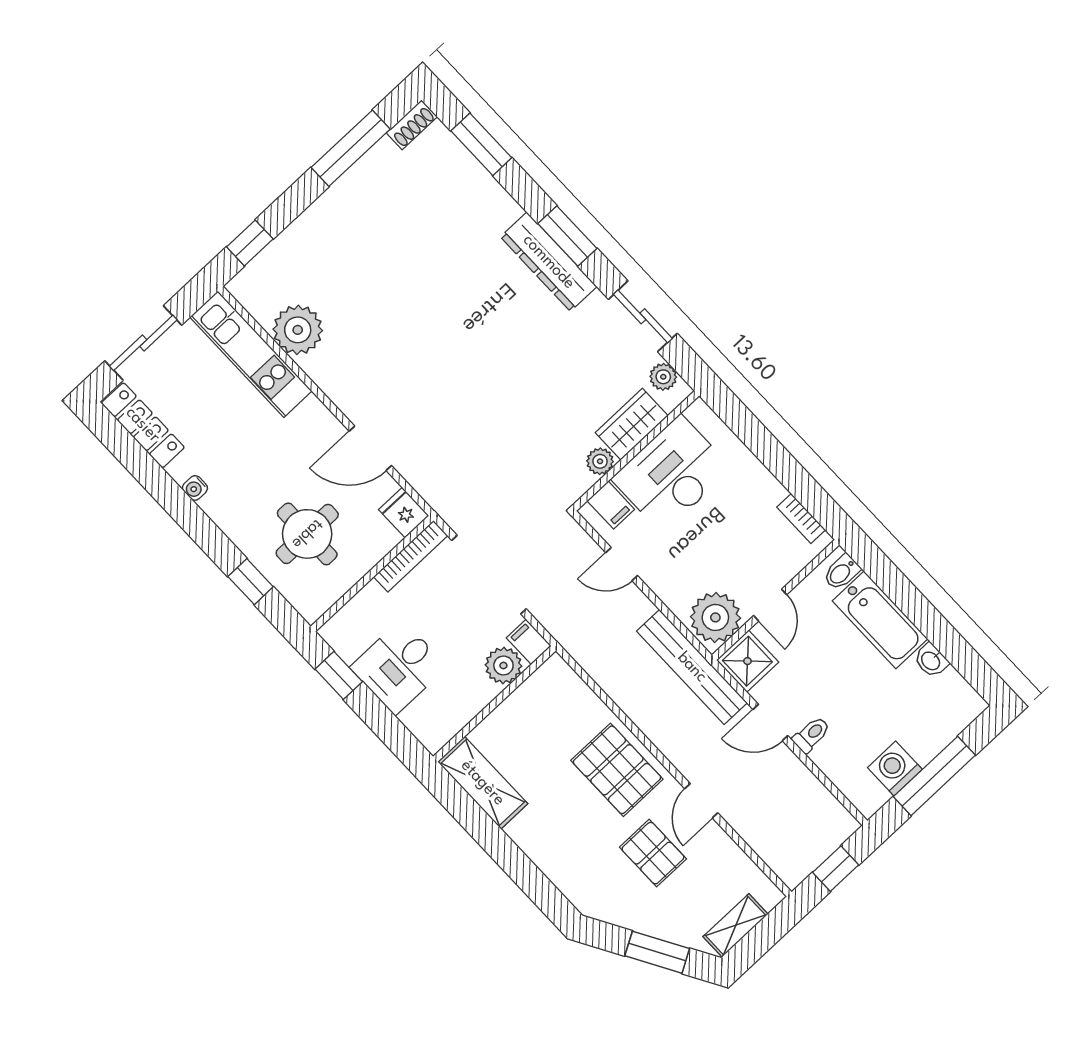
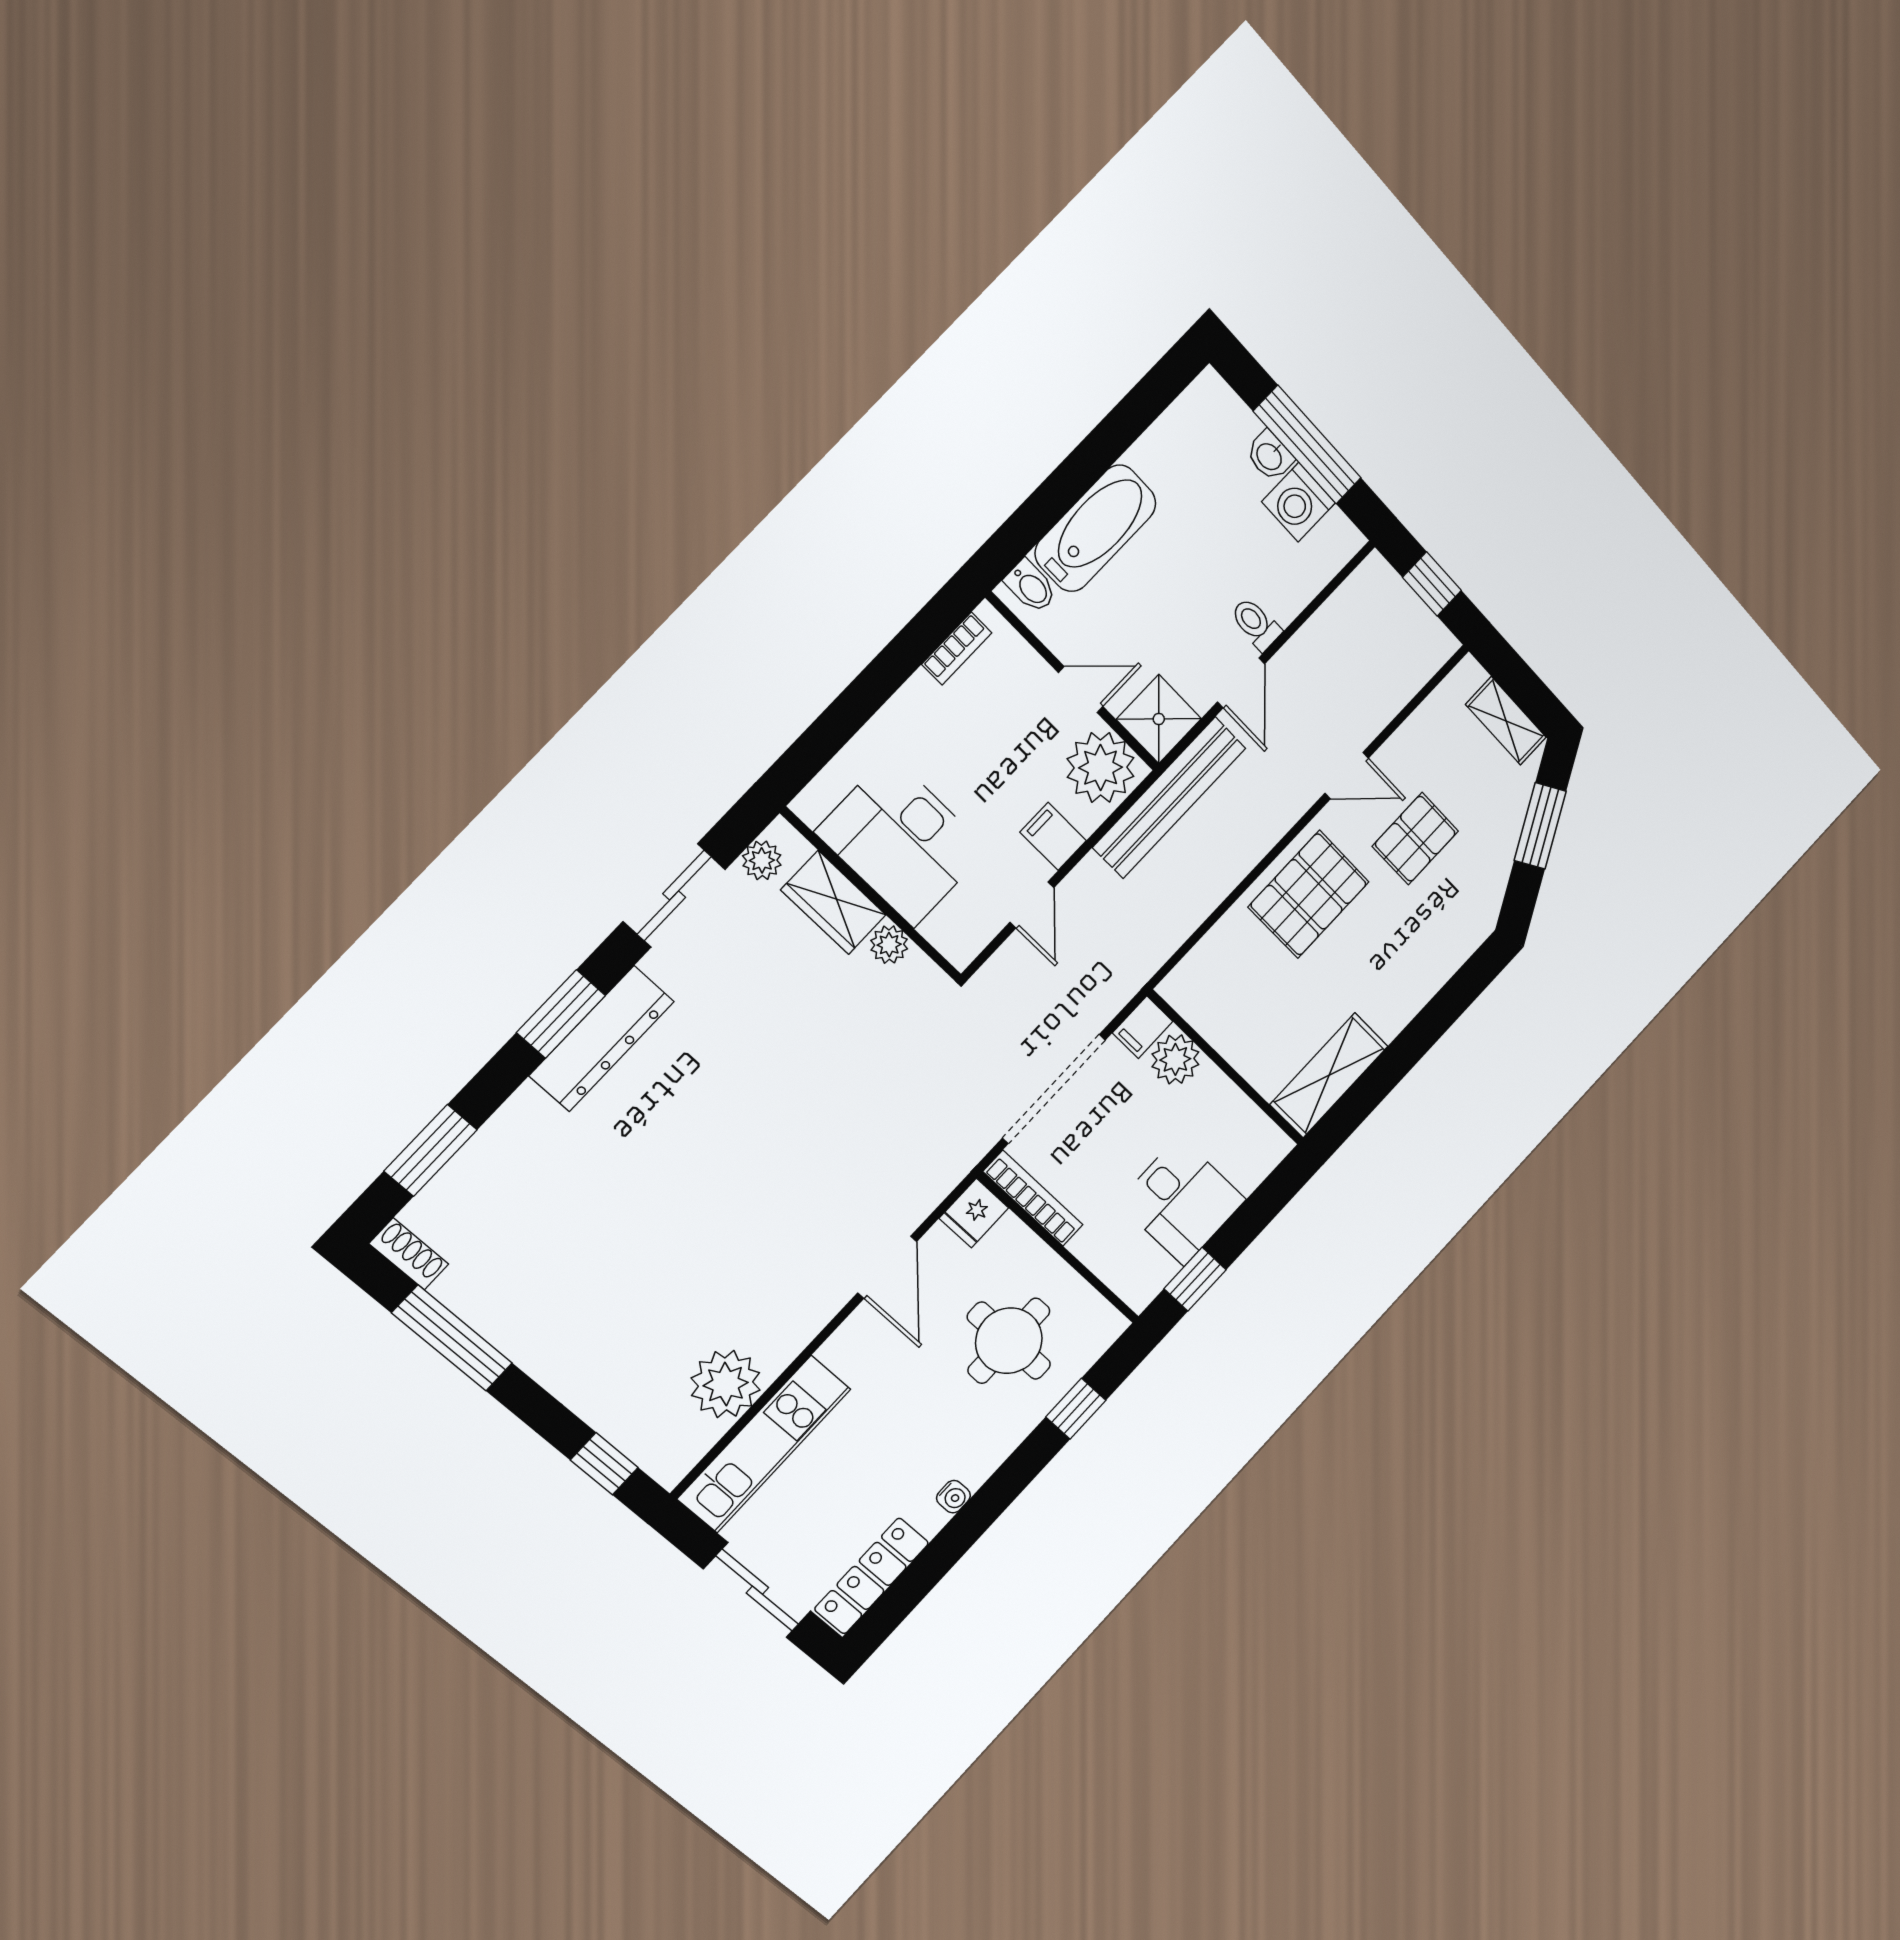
filing cabinet: (611, 505) -> (1053, 836), moved, turned -90
washbasin: (931, 660) -> (1270, 456), moved, turned 90

